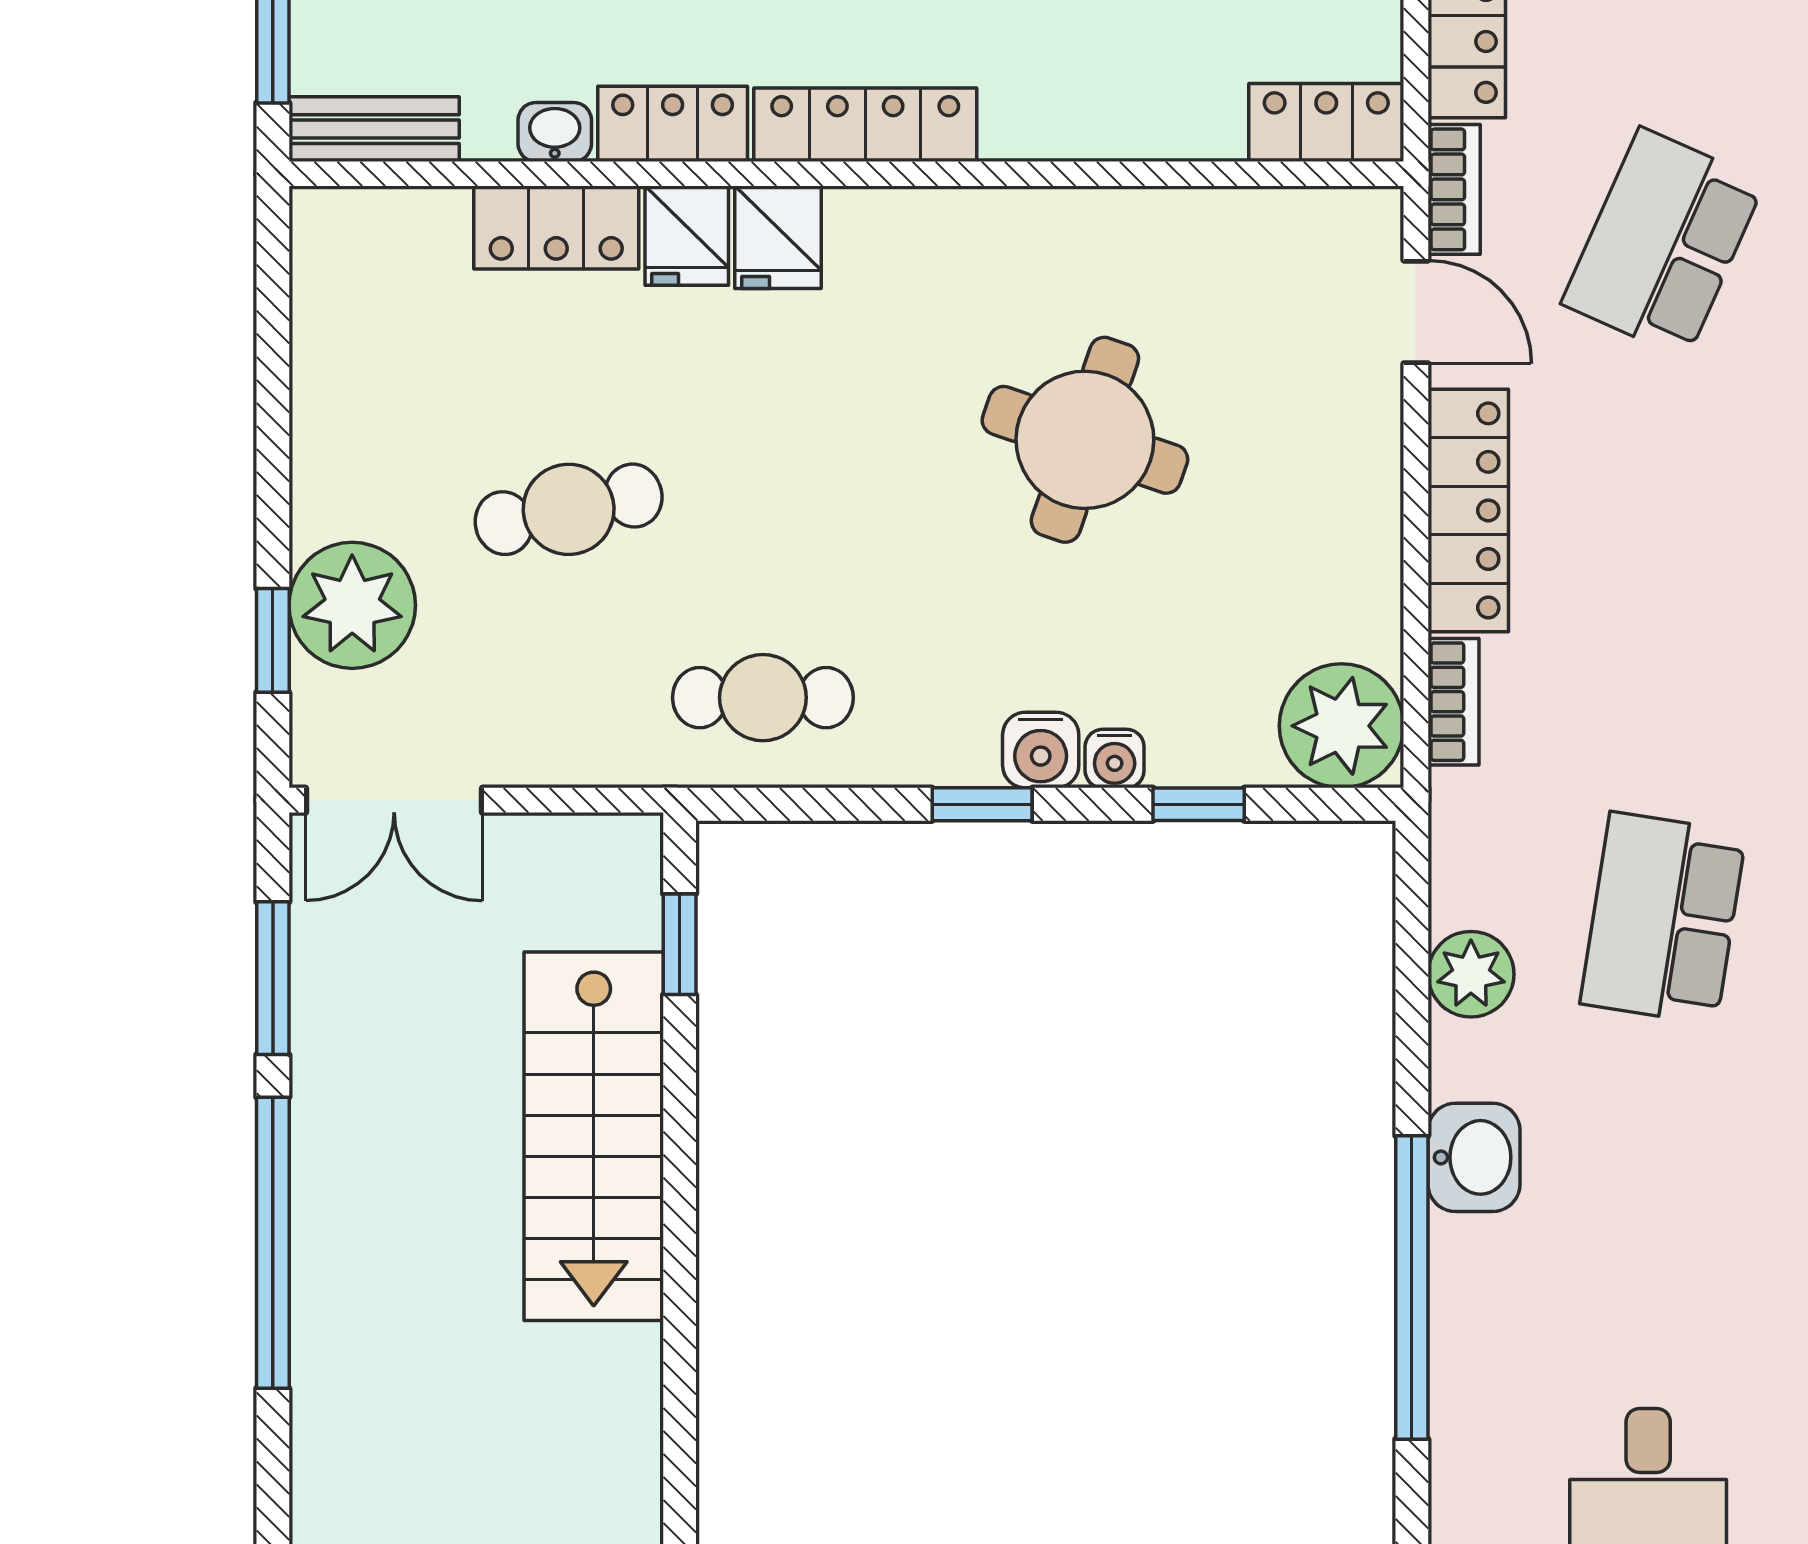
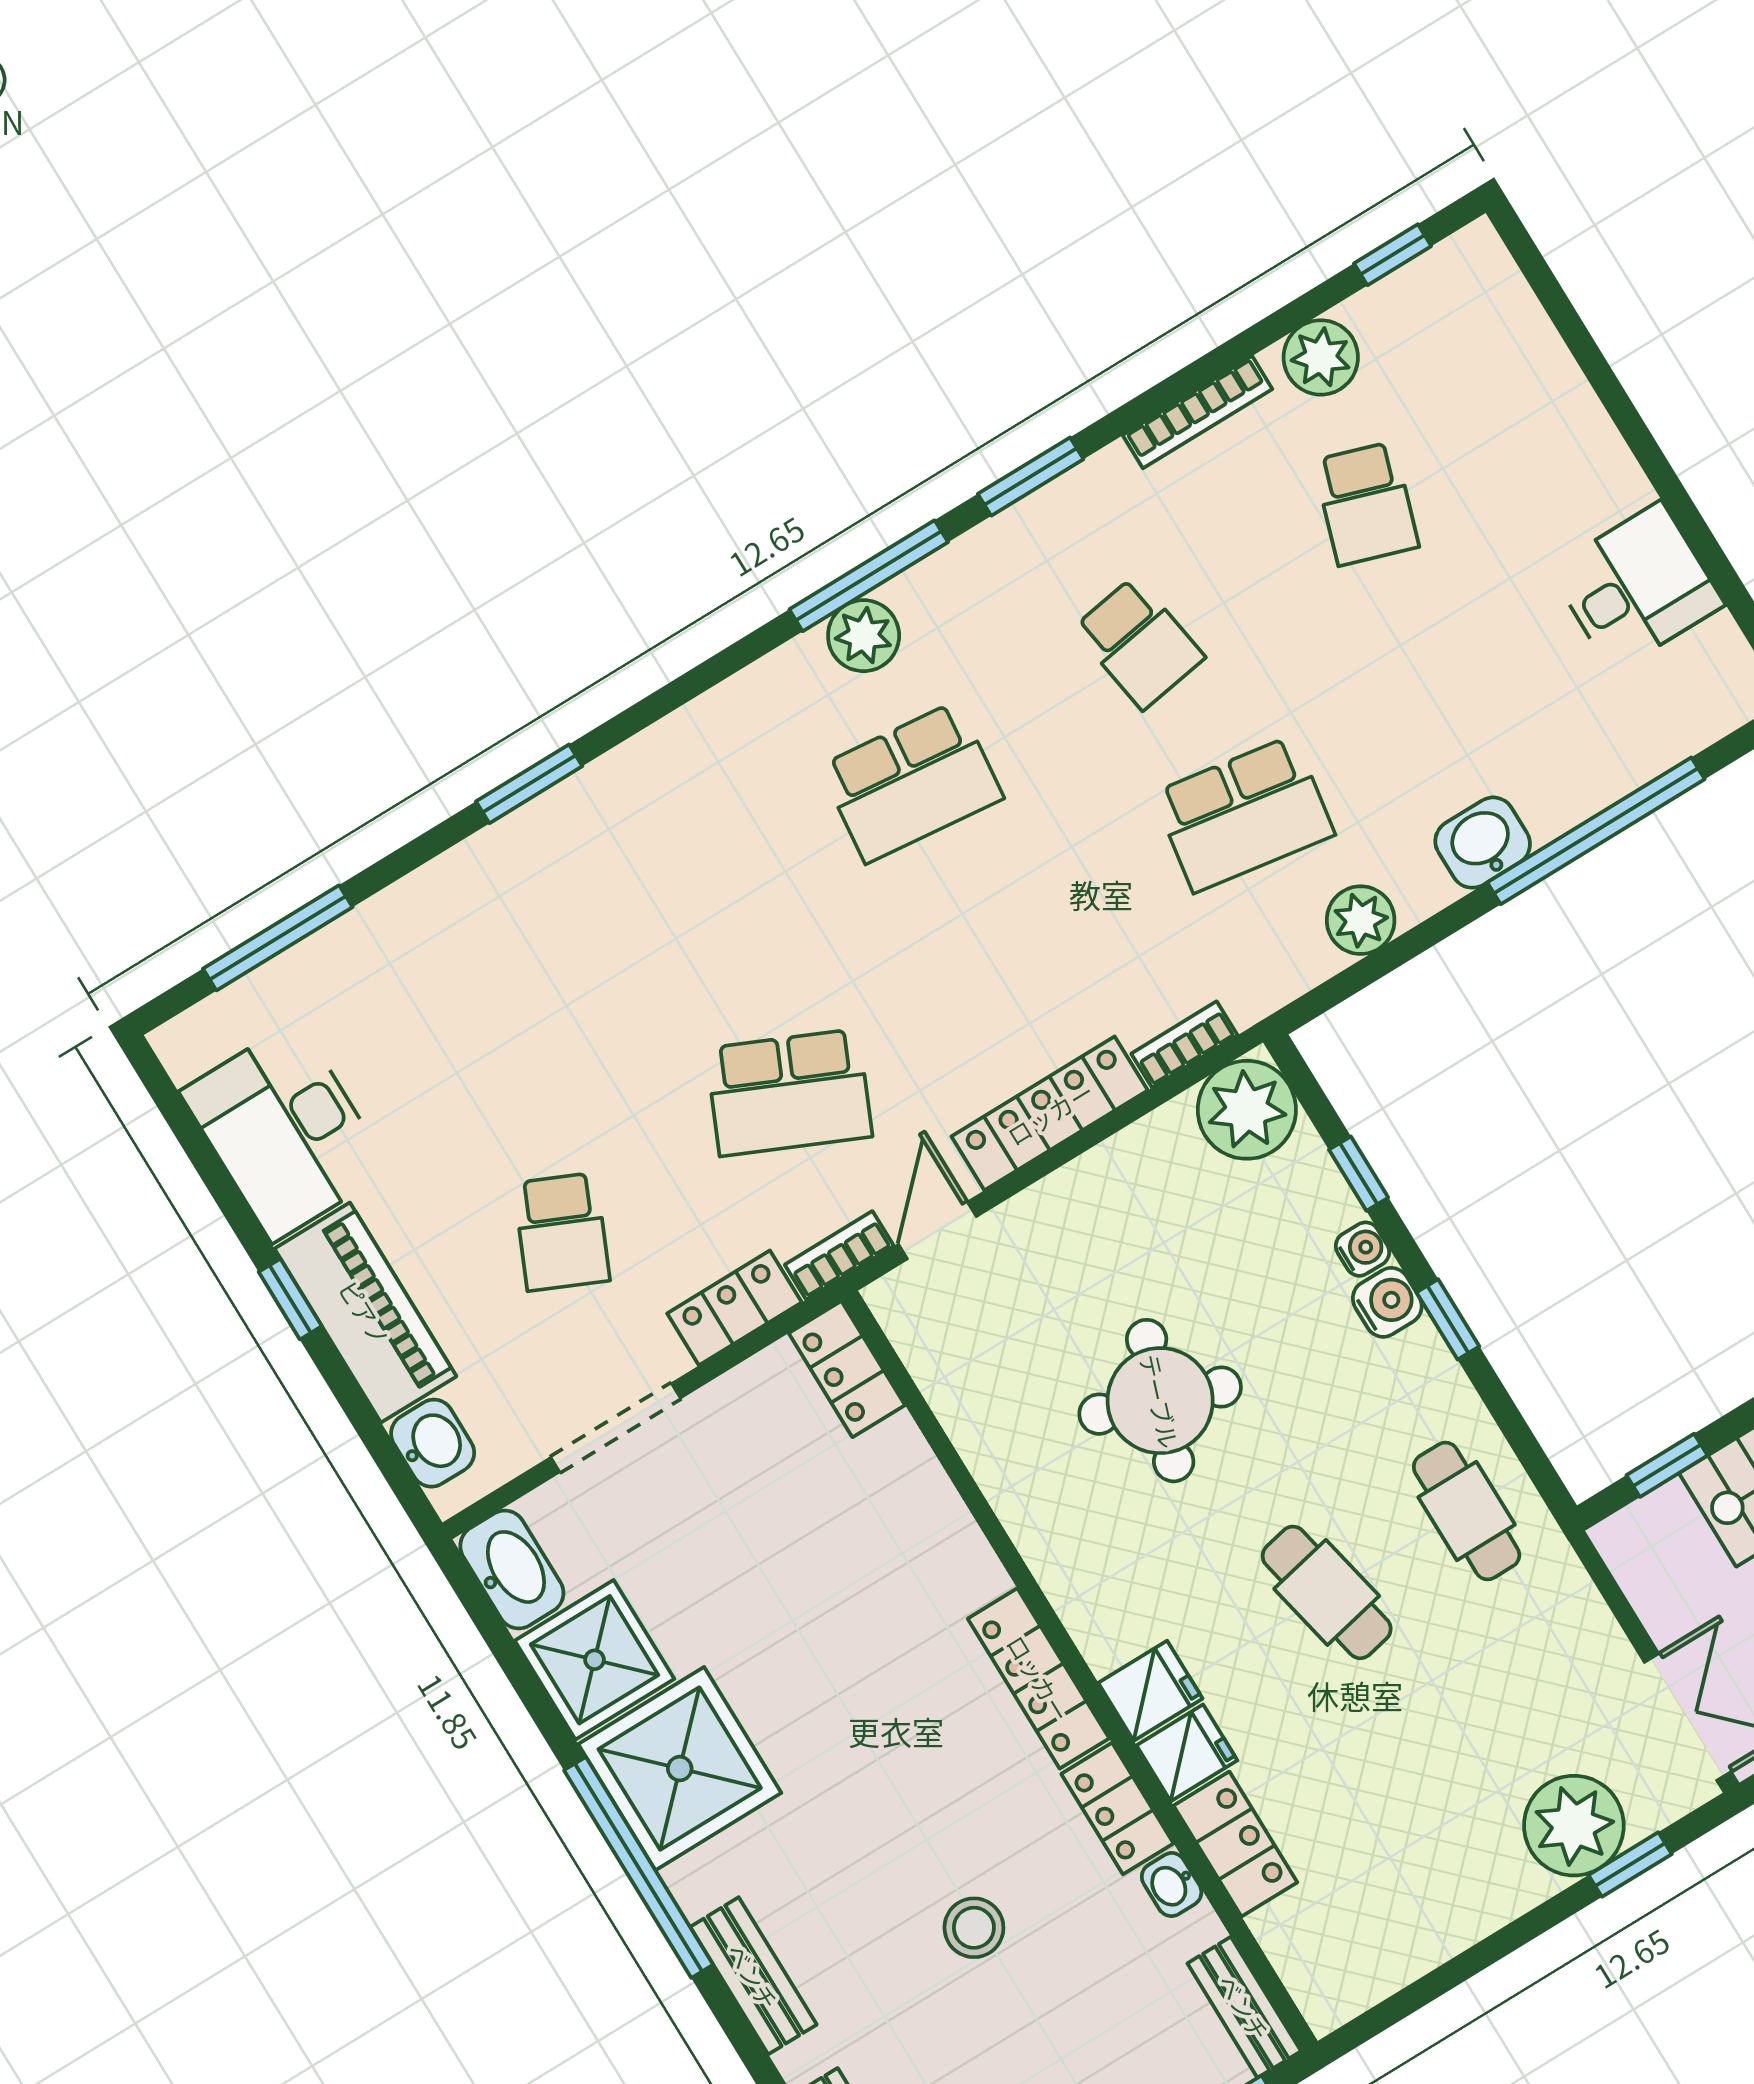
cafe table: (569, 509) -> (1327, 1592), moved

